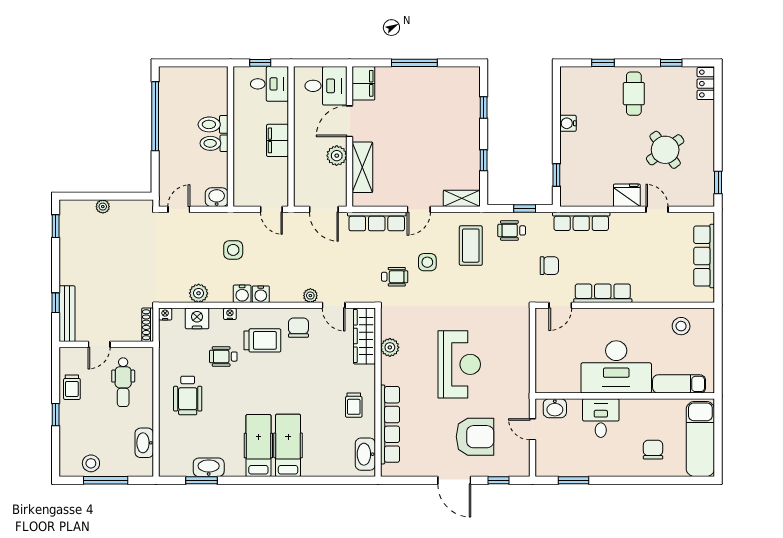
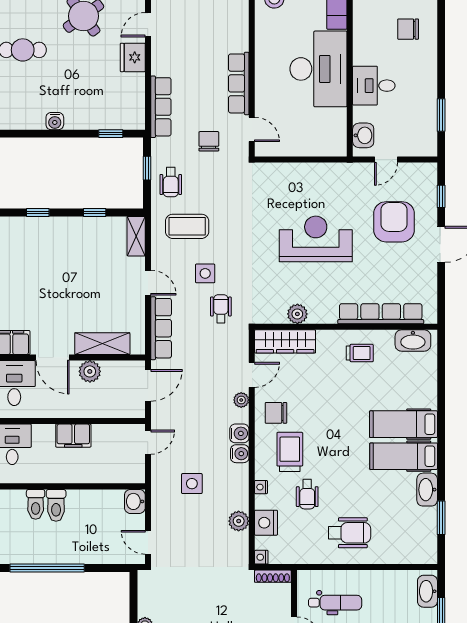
toilet: (214, 143) -> (36, 504), moved
water cooler: (242, 294) -> (239, 433), moved
washbasin: (144, 443) -> (427, 591), moved, turned 90
washbasin: (209, 467) -> (427, 490), moved

